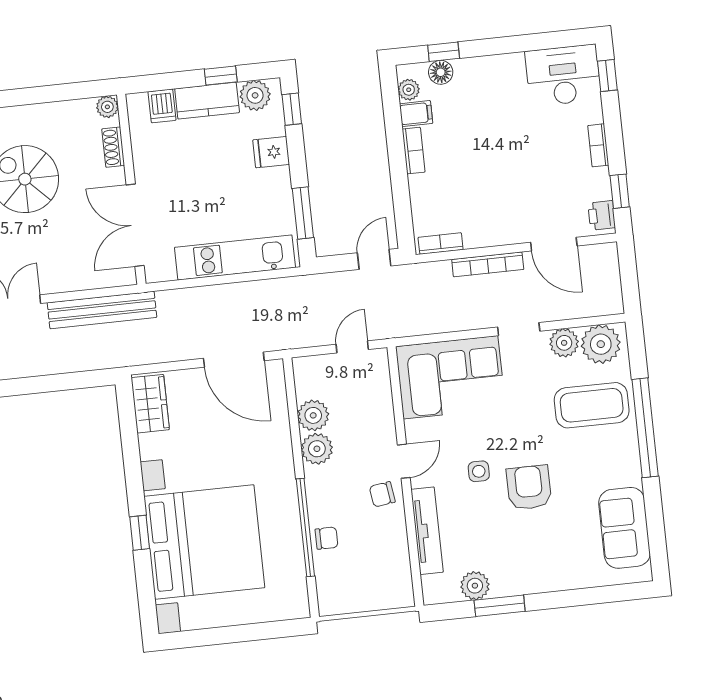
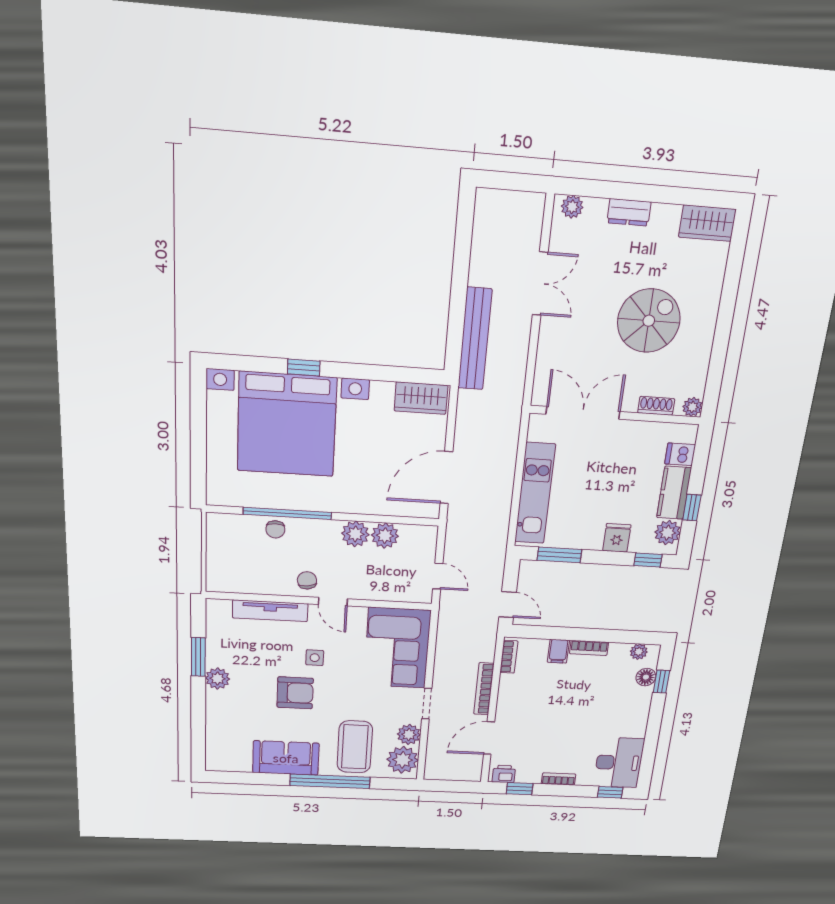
filing cabinet: (416, 114) -> (558, 651), moved
bench: (102, 310) -> (475, 339), moved
sofa: (624, 528) -> (286, 758), moved
plant: (475, 586) -> (218, 678), moved

